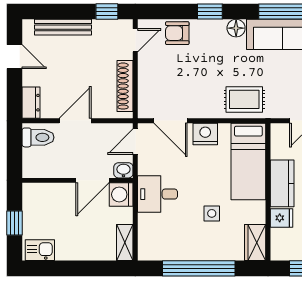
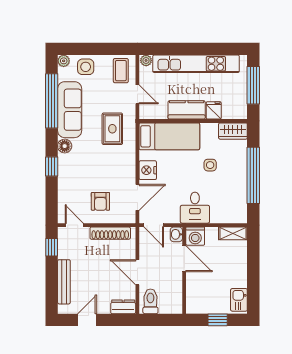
armchair: (177, 33) -> (100, 201), moved
rug: (244, 99) -> (112, 129), moved

